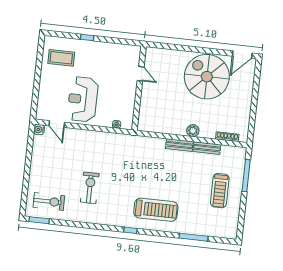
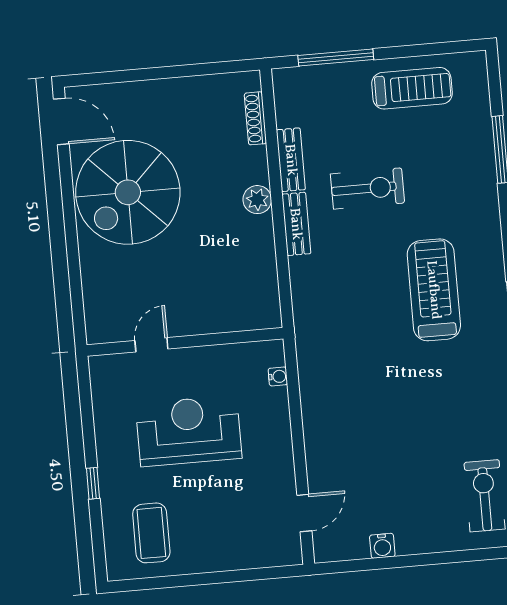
reception desk: (83, 99) -> (189, 431), moved, turned 180
water cooler: (39, 130) -> (382, 546), moved
exercise bike: (90, 188) -> (367, 188), moved, turned 180
treadmill: (220, 191) -> (412, 88), moved
treadmill: (156, 210) -> (434, 290), moved

